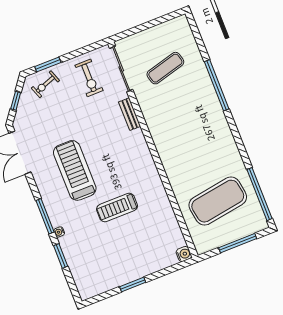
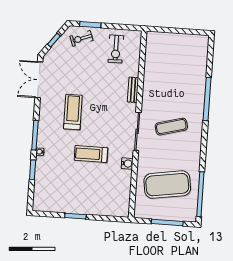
exercise mat: (165, 68) -> (171, 127), moved
sliding door: (121, 69) -> (137, 131), moved
treadmill: (75, 170) -> (73, 112), width x0.73, depth x0.73
water cooler: (184, 254) -> (127, 163), moved

